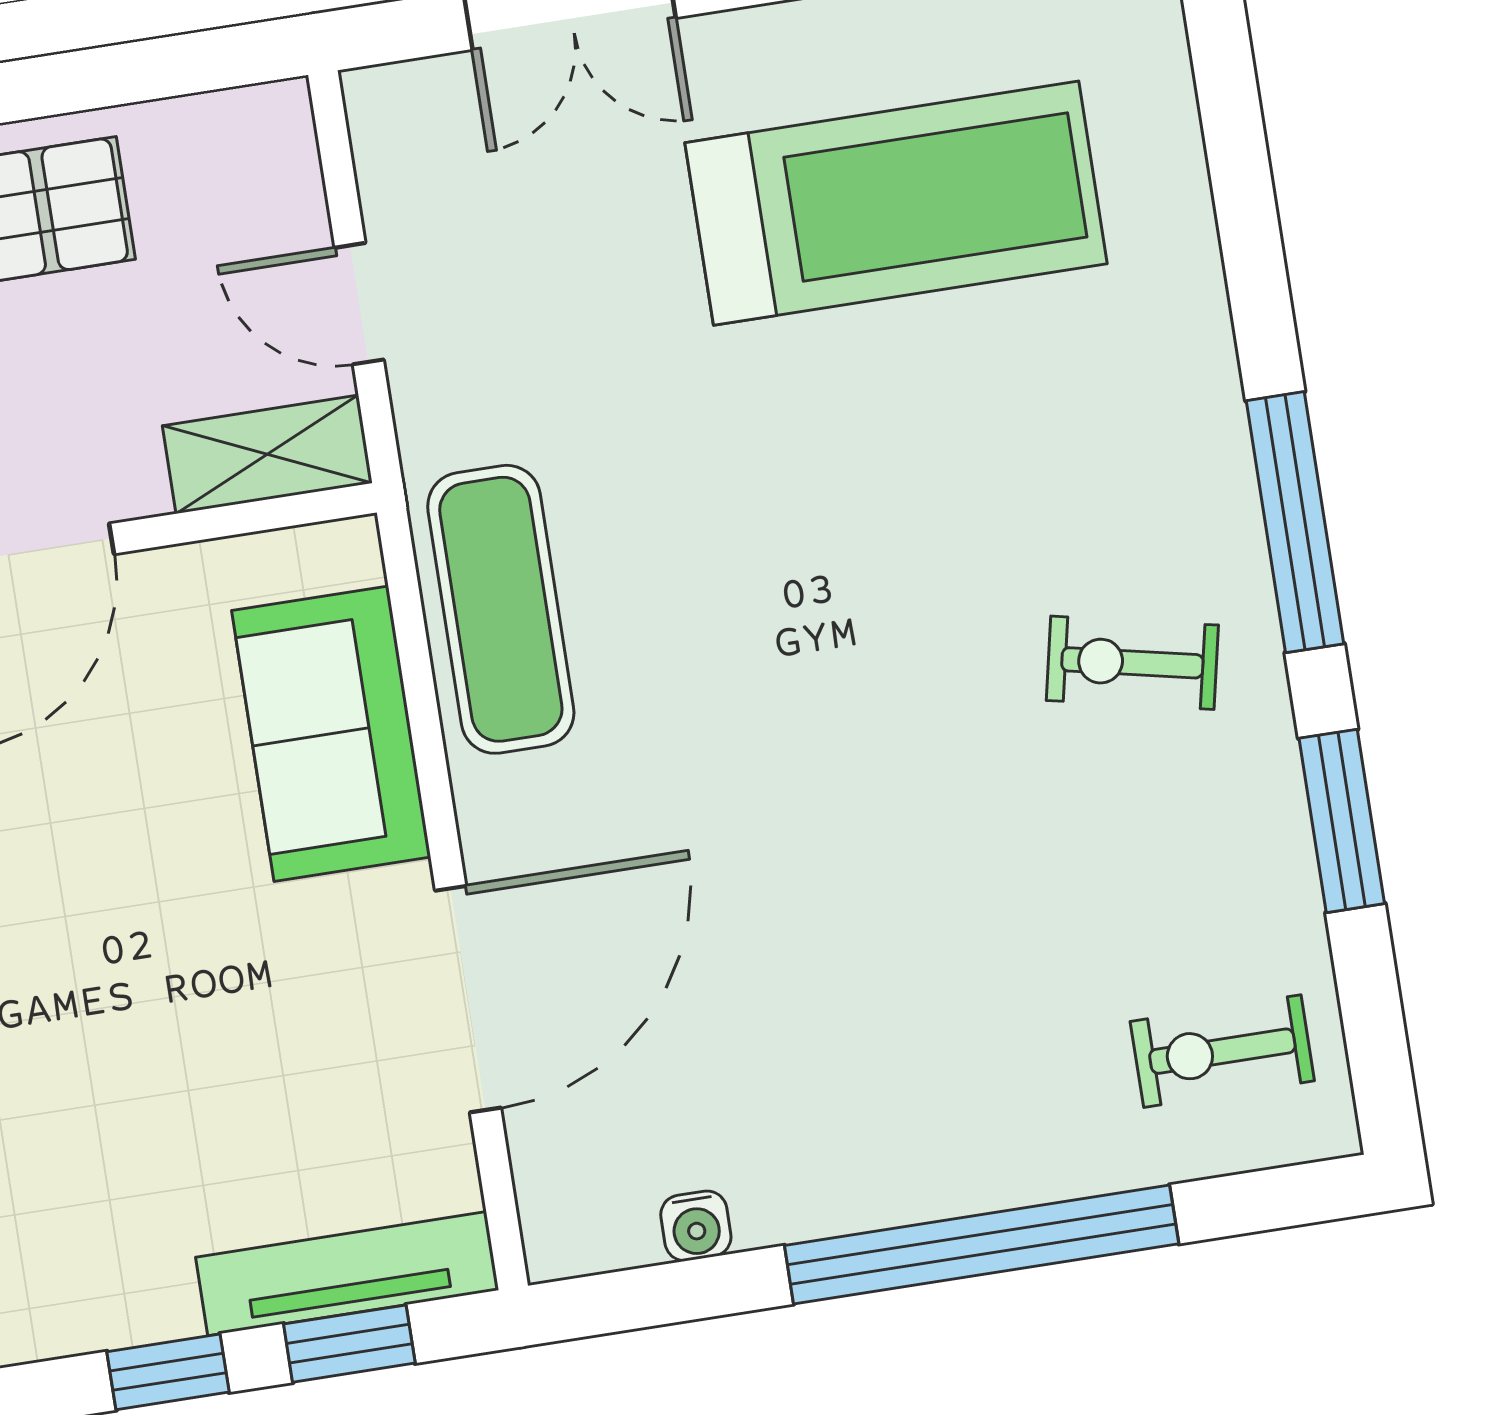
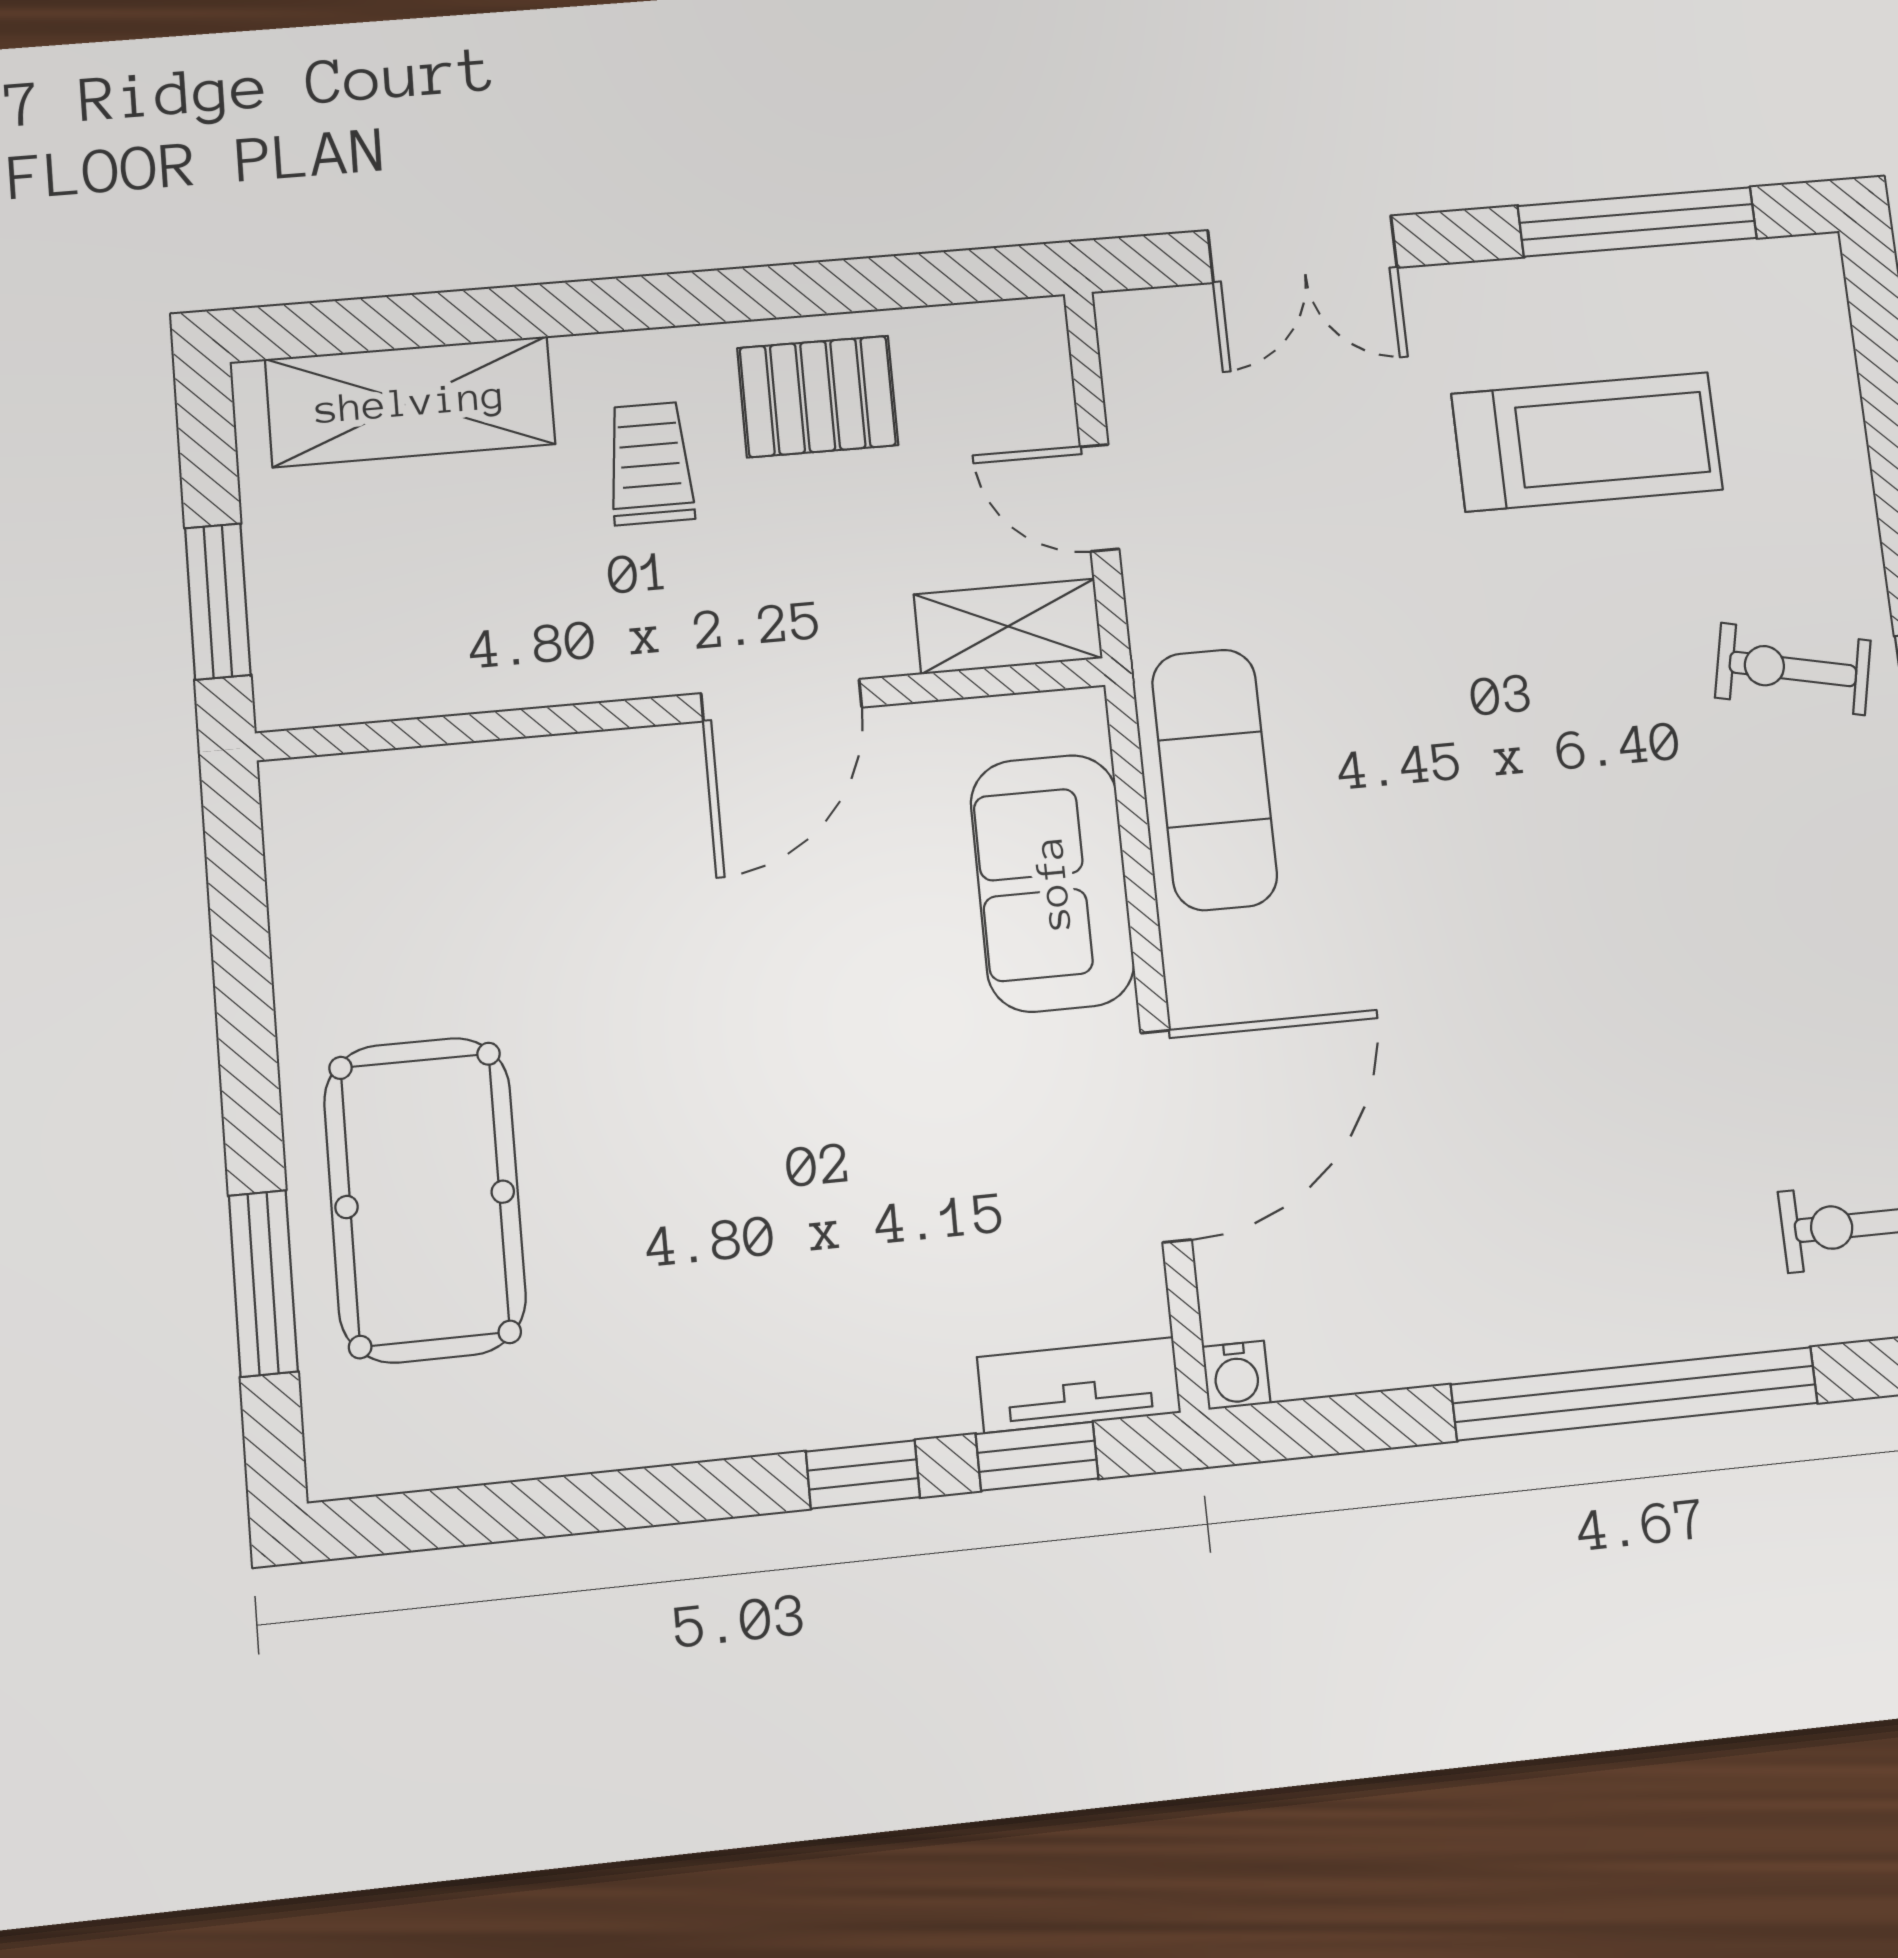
treadmill: (896, 203) -> (1587, 442), width x0.73, depth x0.73
exercise bike: (1132, 663) -> (1793, 669), moved
water cooler: (696, 1226) -> (1236, 1375), moved
tv unit: (347, 1274) -> (1079, 1385), width x0.71

